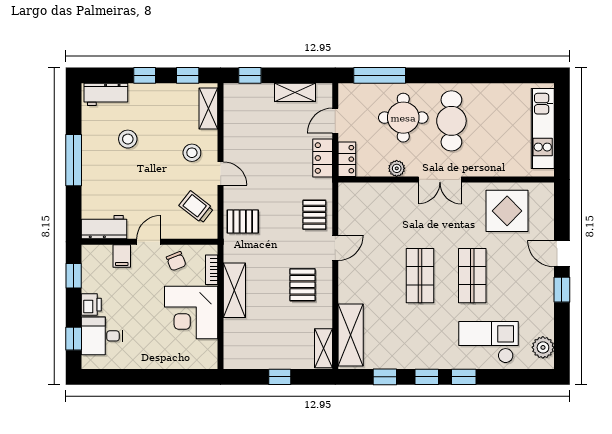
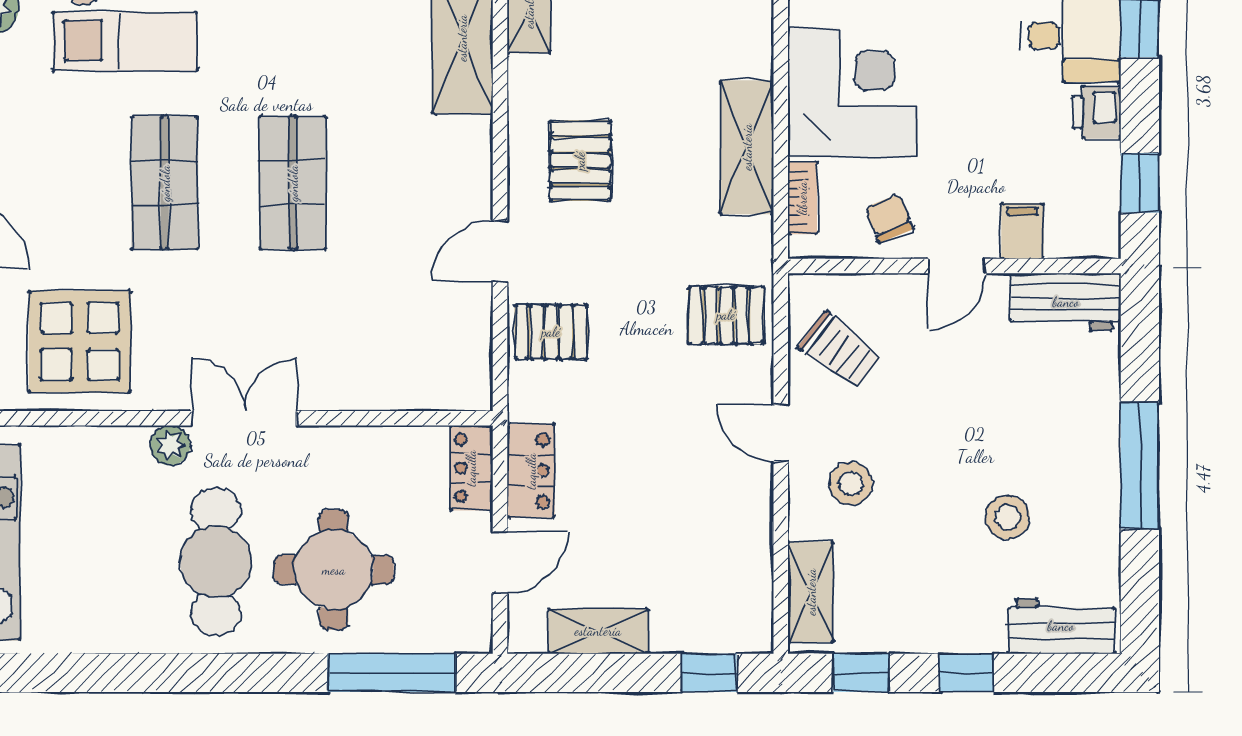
plant: (397, 168) -> (170, 445), moved
pallet: (314, 215) -> (551, 332), turned 90

